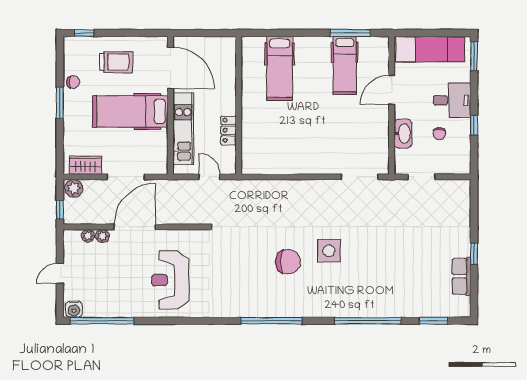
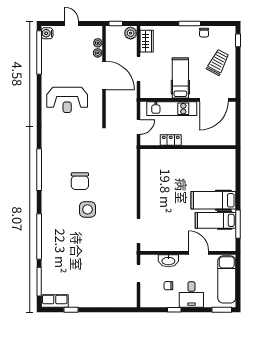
trolley: (116, 62) -> (218, 62), turned -152
hospital bed: (280, 68) -> (213, 200), moved
hospital bed: (130, 111) -> (180, 78), width x0.73, depth x0.78
window: (474, 254) -> (71, 310), moved
row of seats: (461, 276) -> (55, 301), moved
reception desk: (170, 280) -> (67, 100), turned 180
window: (433, 321) -> (39, 282), width x1.44

